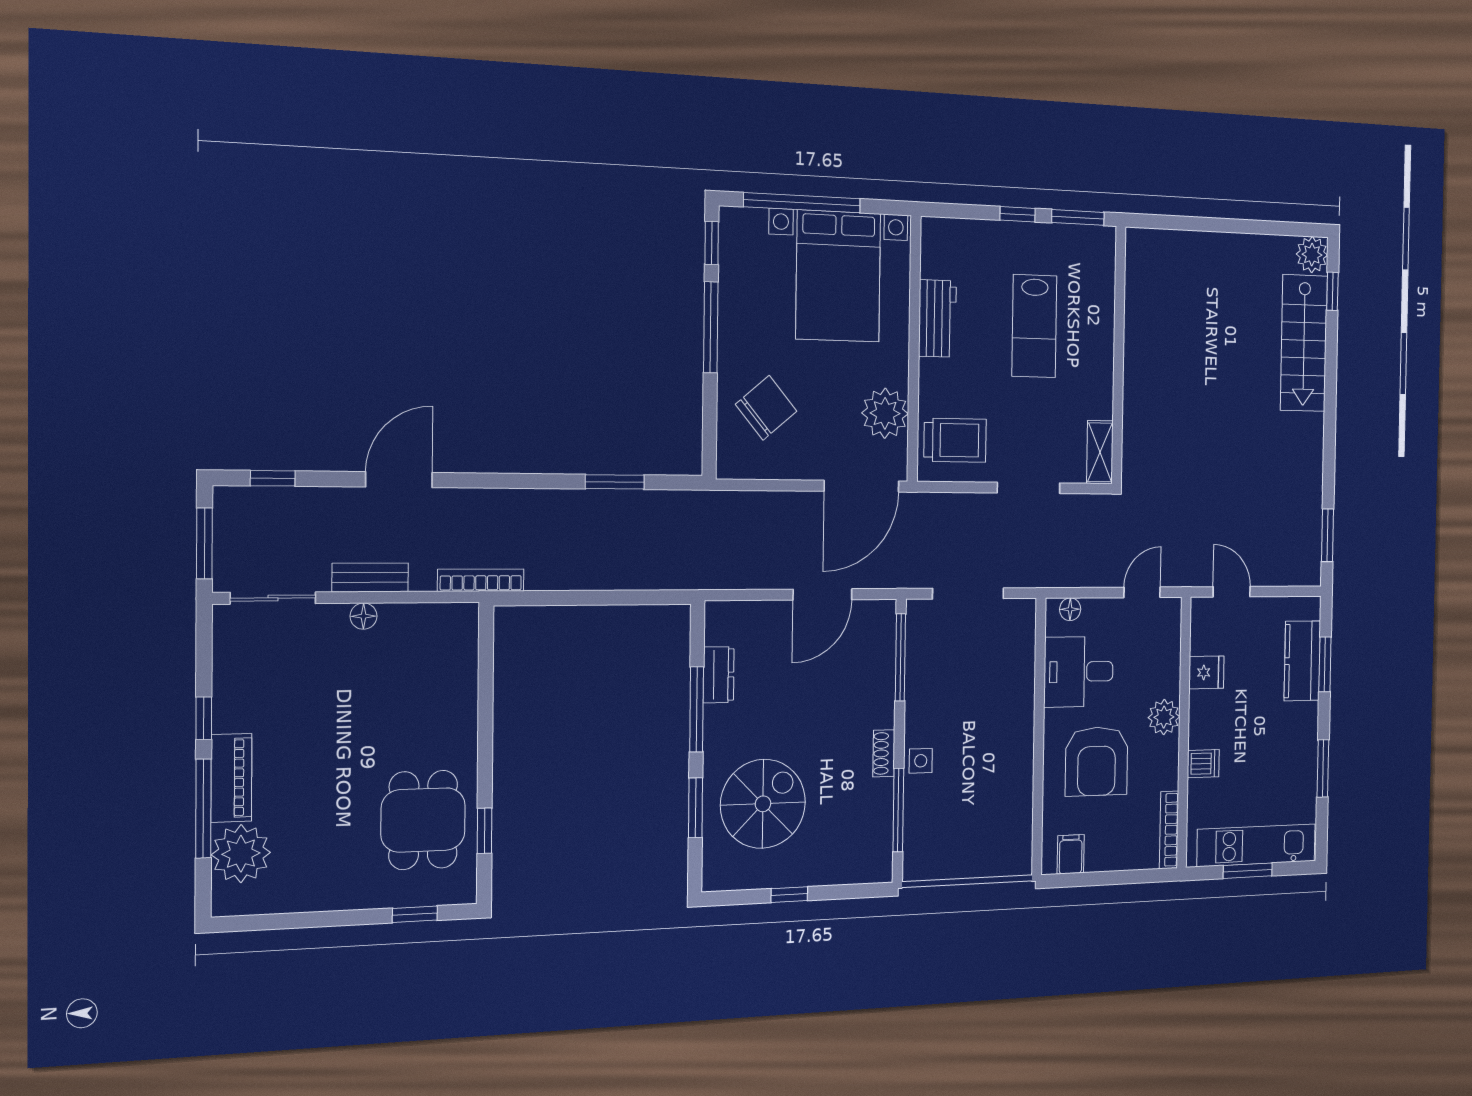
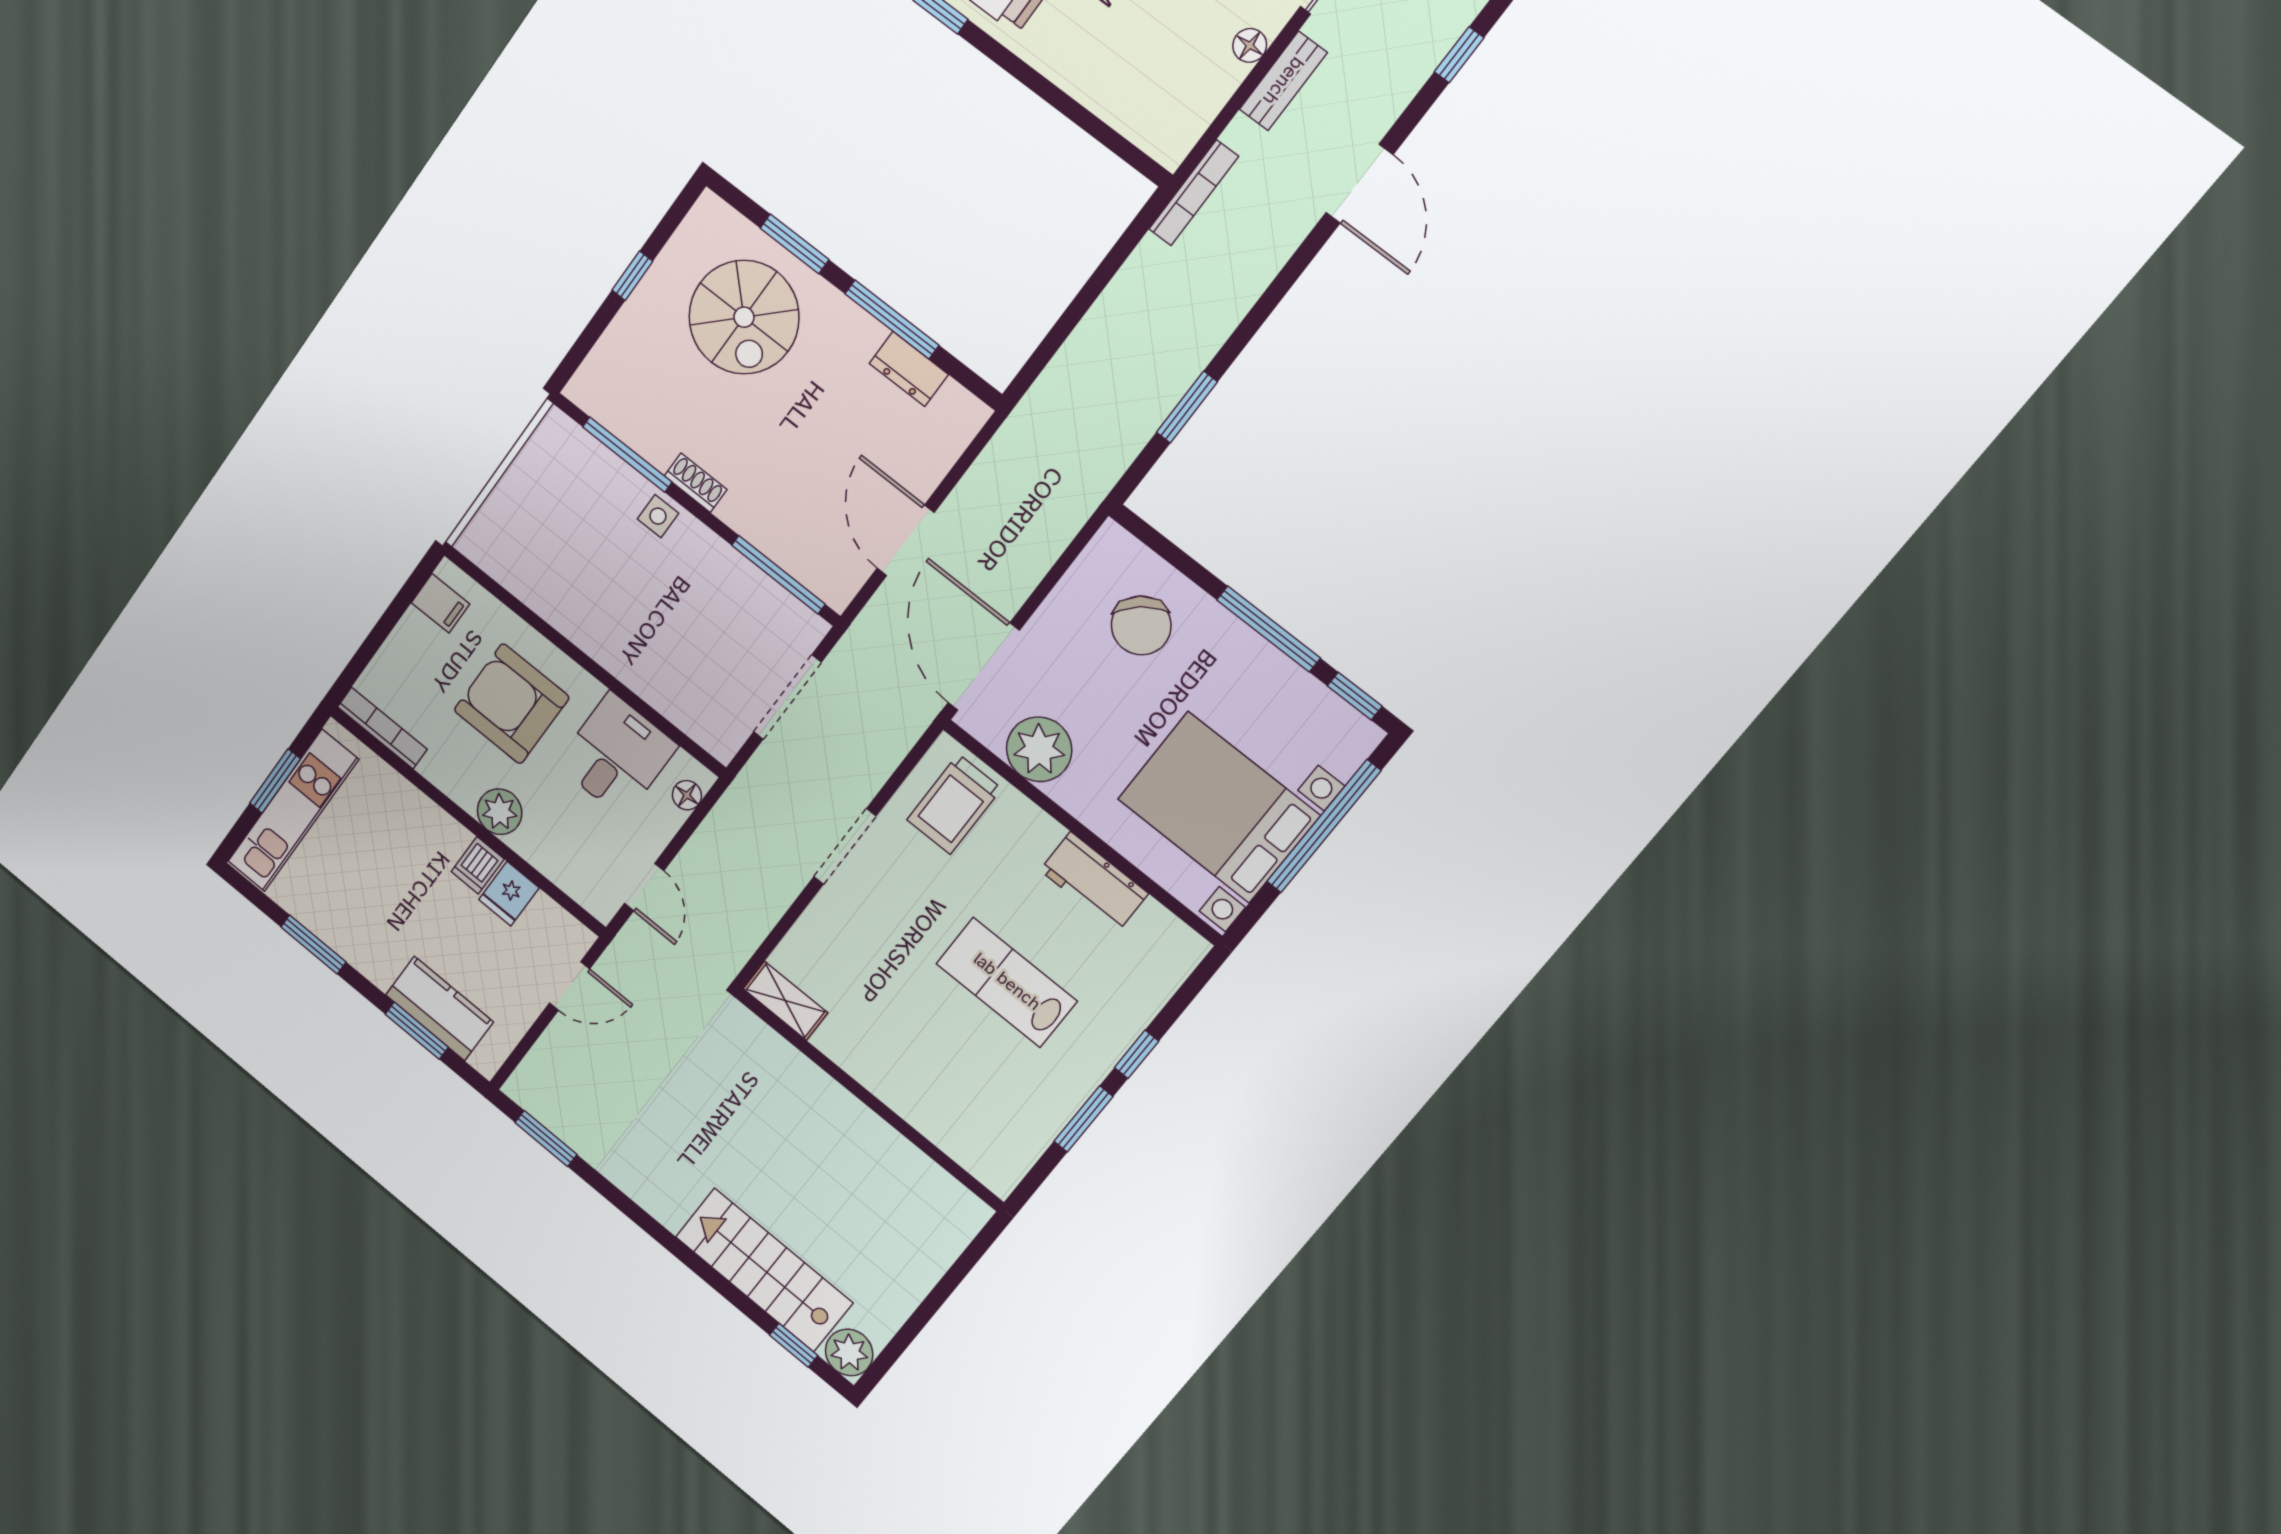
wall: (1119, 355) -> (869, 1099), moved
shelving: (1100, 452) -> (785, 1001), moved
dishwasher: (1203, 764) -> (478, 865), moved

